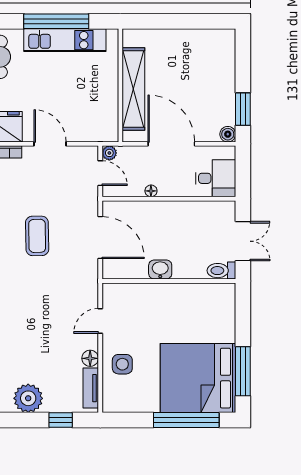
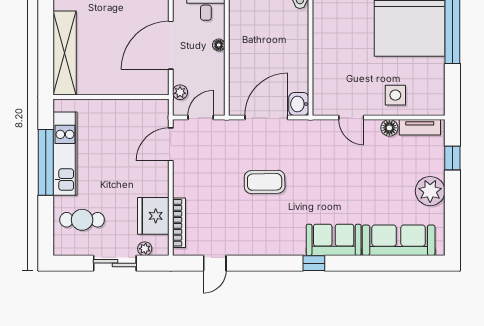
shelving: (133, 89) -> (65, 53), moved, turned 90
door: (50, 144) -> (171, 144), moved
plant: (109, 153) -> (180, 92), moved
floor lamp: (151, 191) -> (219, 45), moved
washbasin: (160, 269) -> (299, 104), moved

